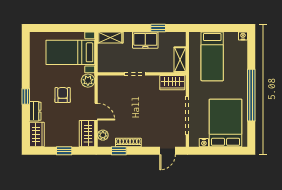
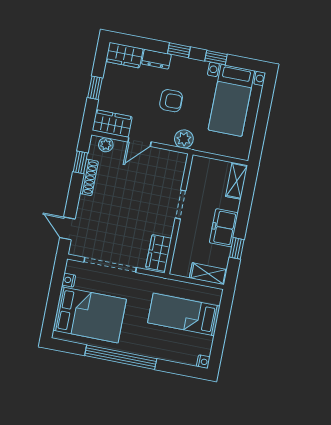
bed with nightstands: (70, 52) -> (231, 100), moved, turned 180
shelving: (180, 60) -> (208, 274), moved
window: (26, 69) -> (216, 58), added

